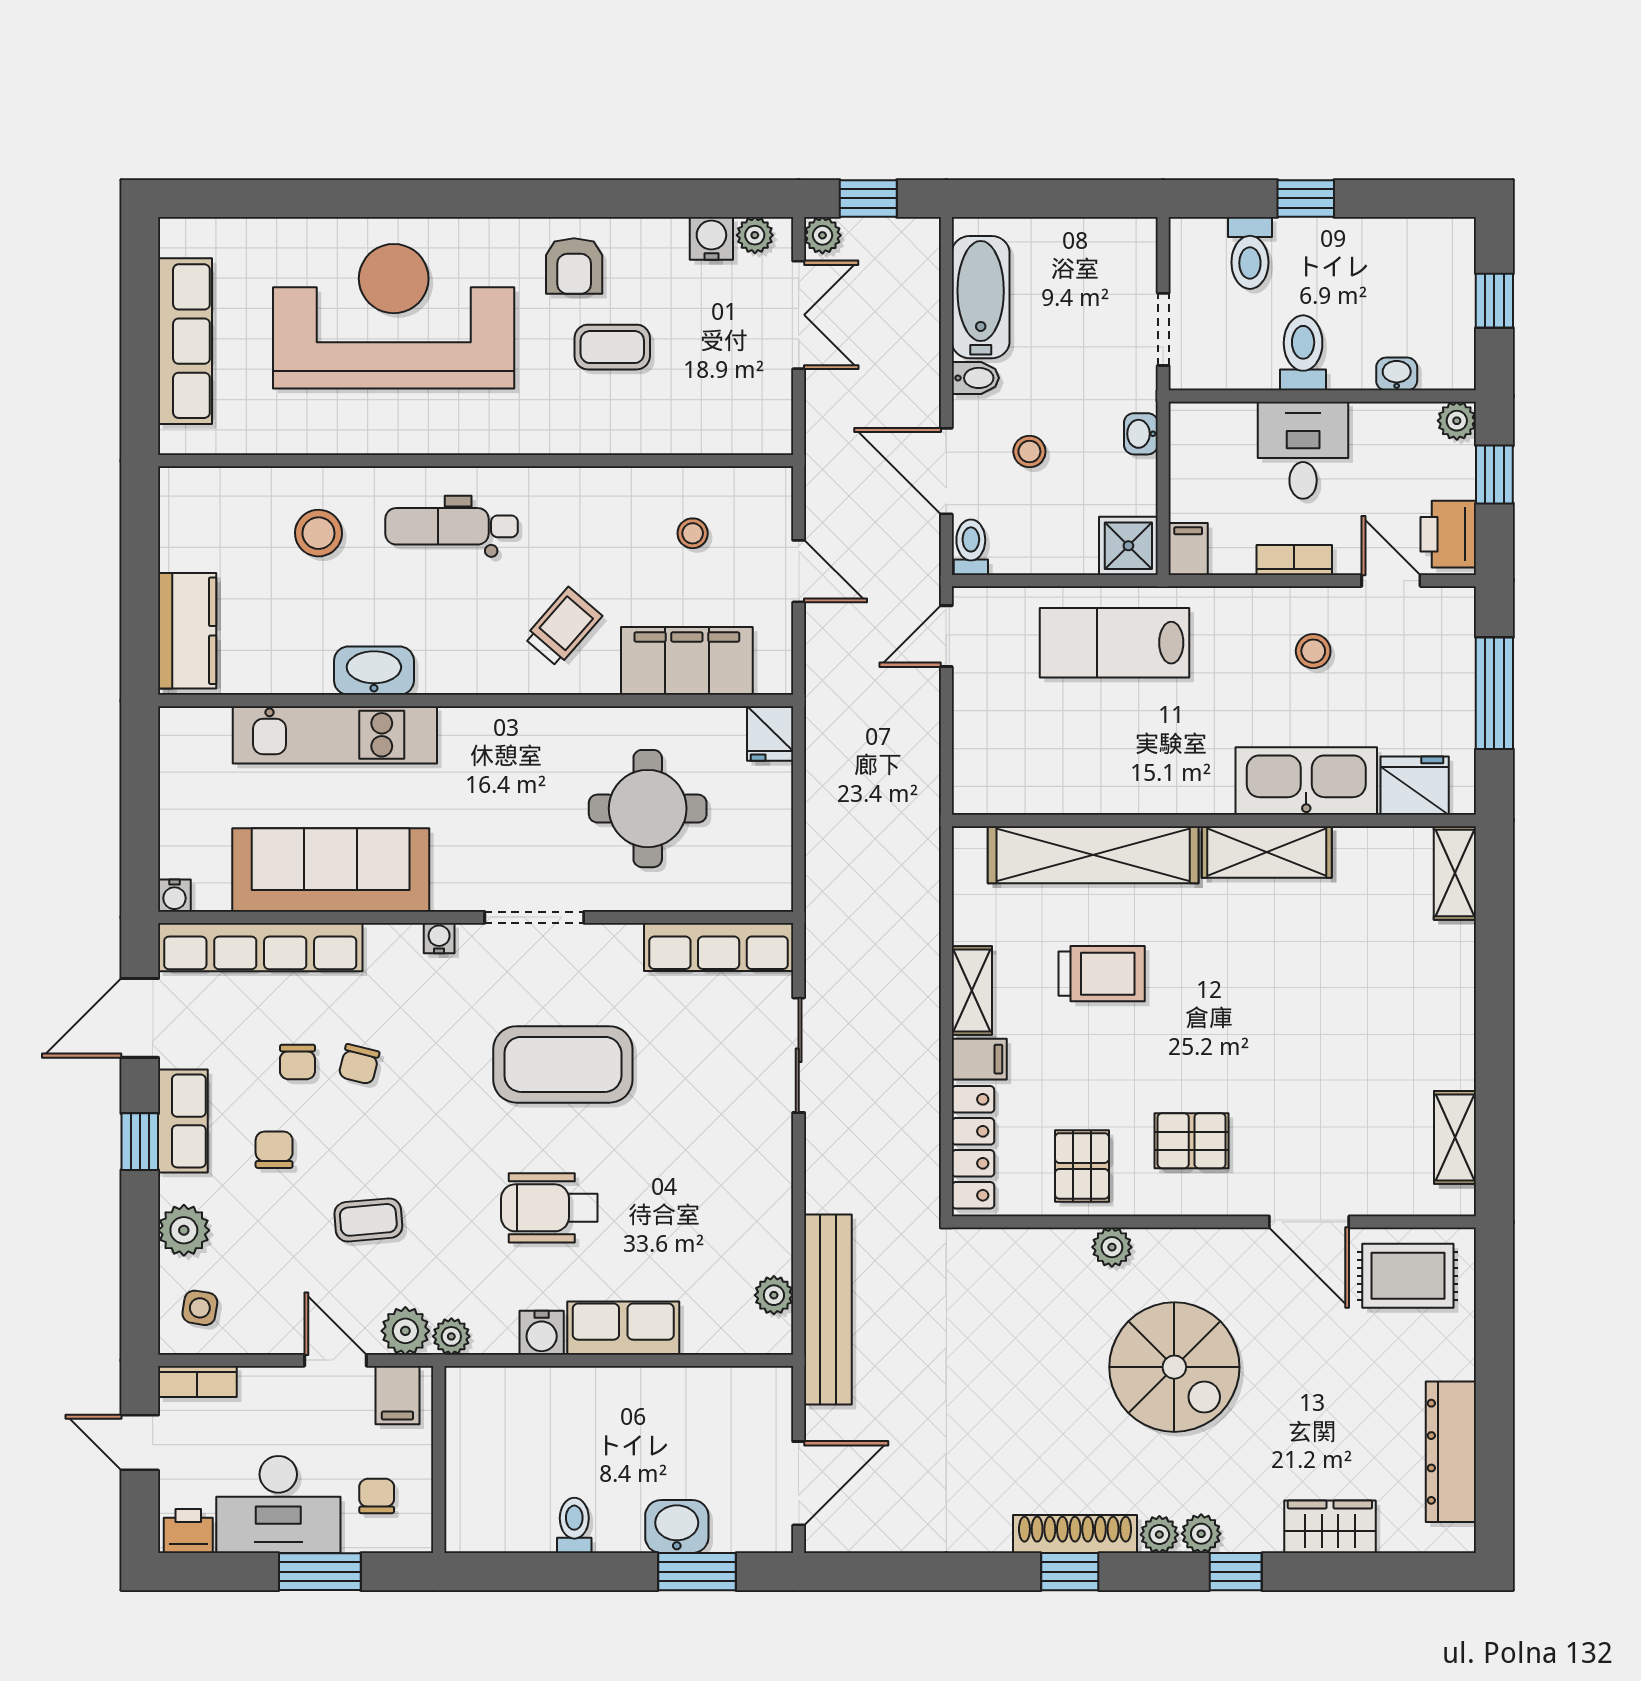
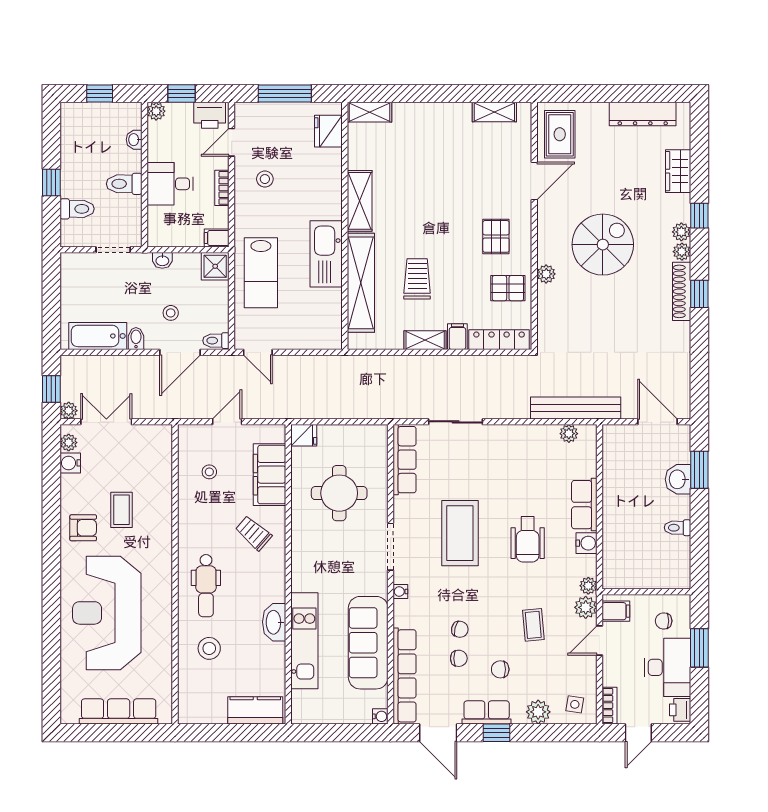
kitchen sink: (1306, 781) -> (326, 254), moved

